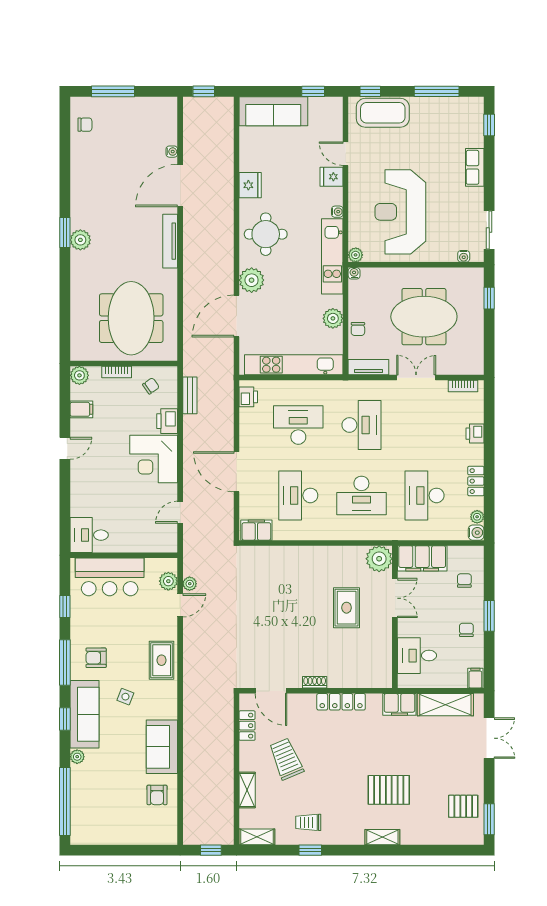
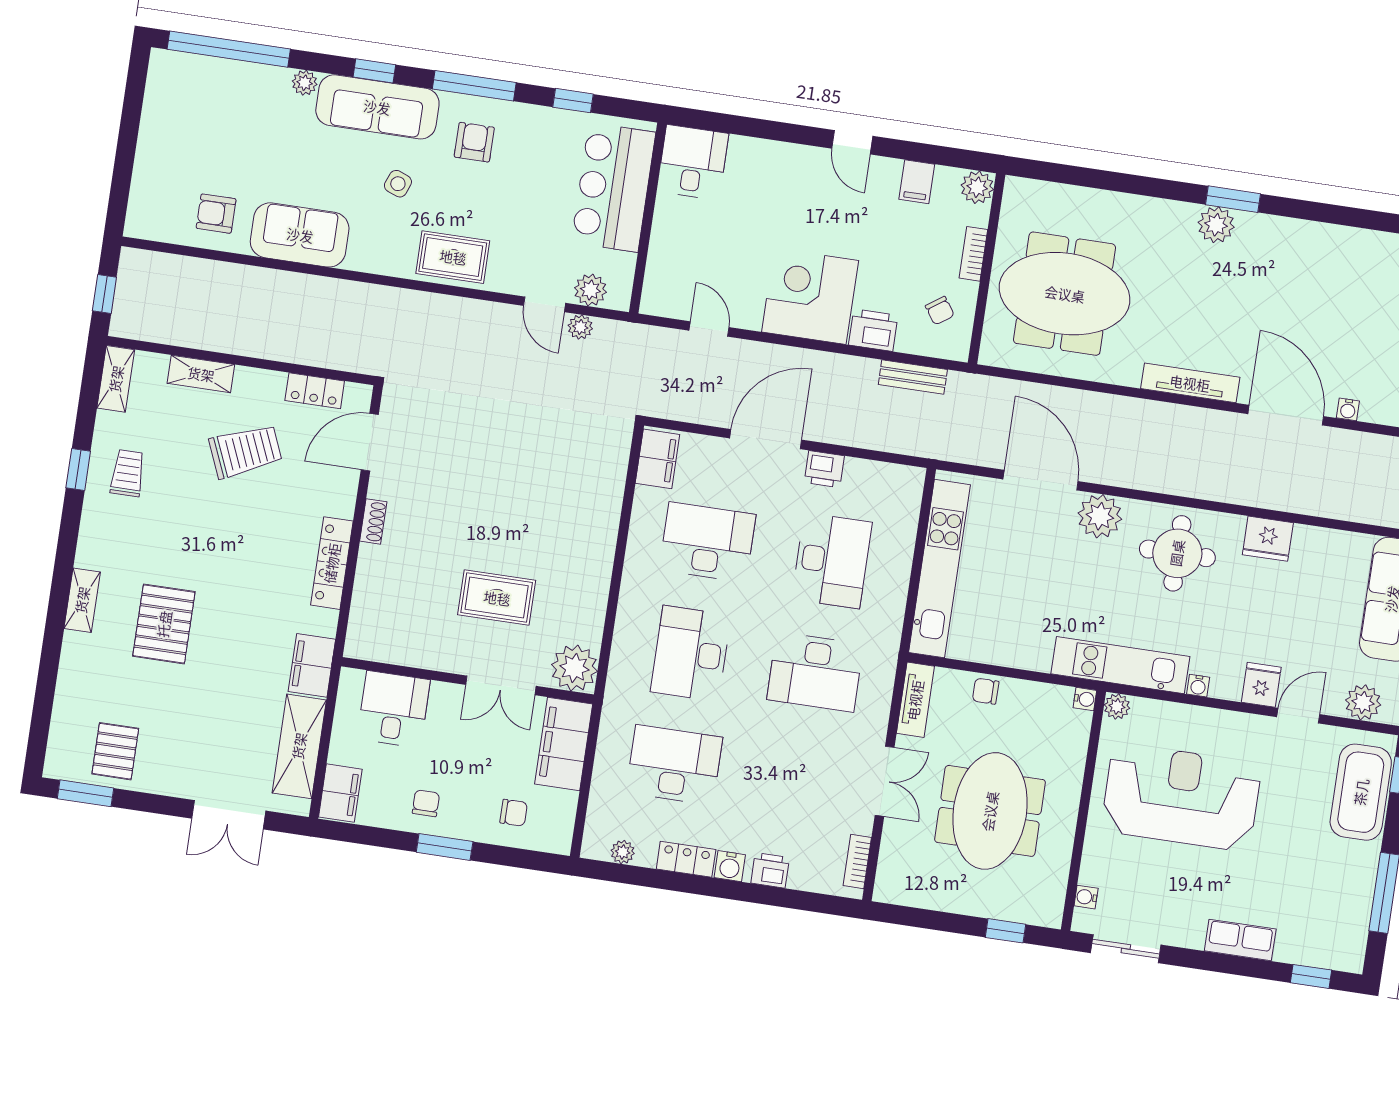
plant: (333, 318) -> (1363, 702), moved
printer: (248, 397) -> (824, 469), moved
water cooler: (476, 533) -> (730, 866), moved
chair: (466, 630) -> (426, 803), turned -90
filing cabinet: (475, 678) -> (340, 793), width x2.00

